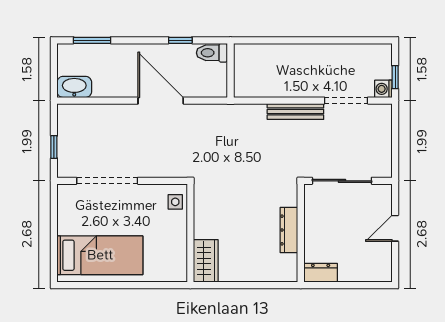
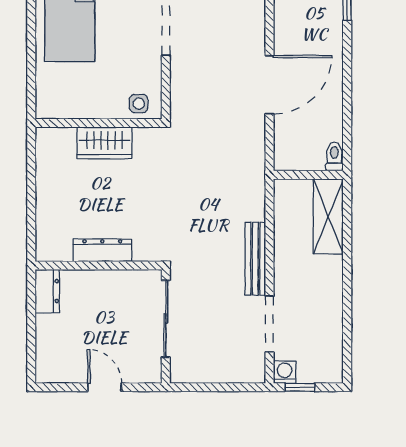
window: (180, 40) -> (347, 110), removed
toilet: (212, 53) -> (334, 157), width x0.73, depth x0.72
shelving: (263, 55) -> (328, 216), added
wardrobe: (206, 261) -> (105, 143), moved

